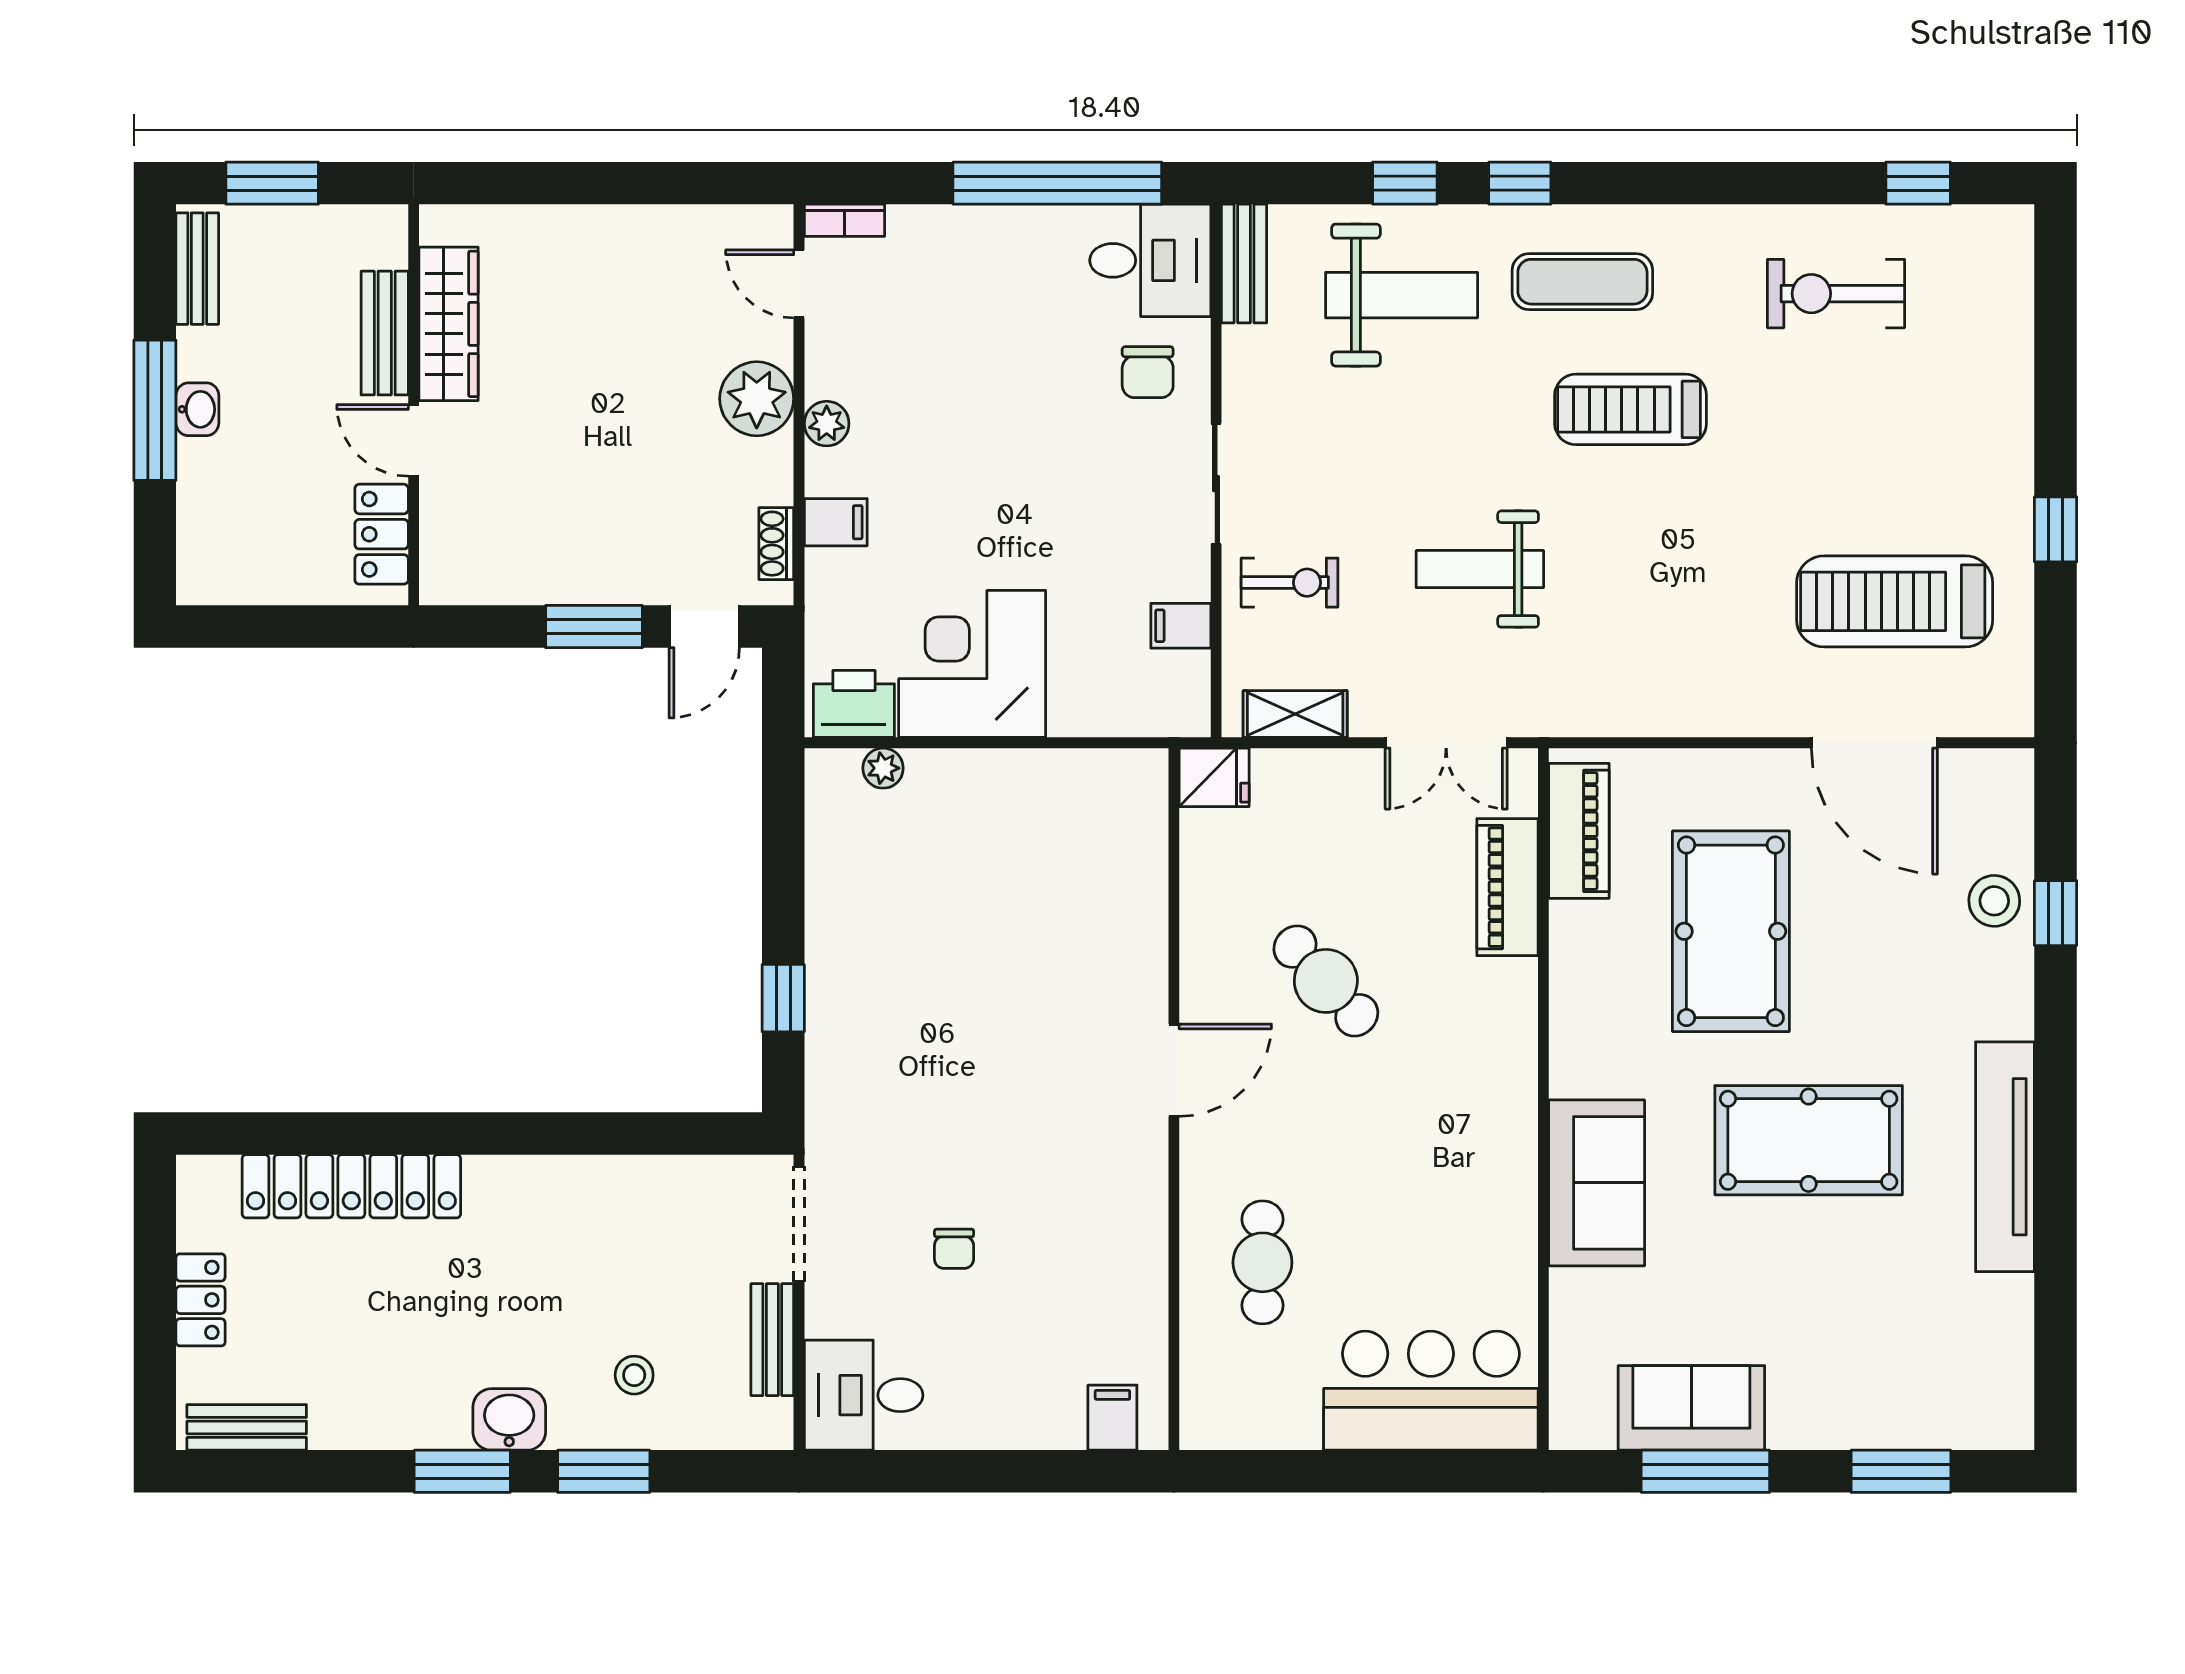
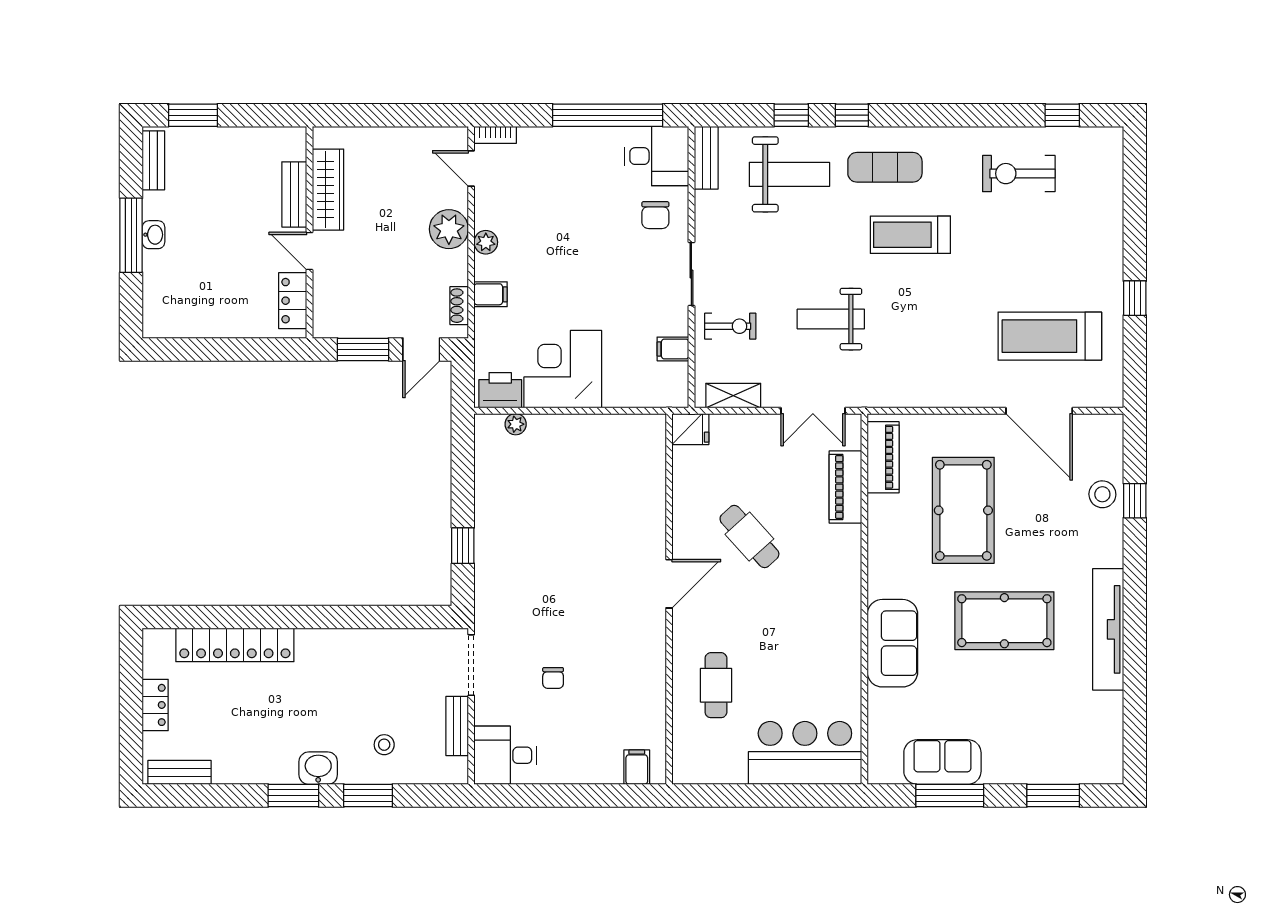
wardrobe: (449, 324) -> (328, 190), moved
bench: (385, 333) -> (294, 194), moved
wall: (414, 405) -> (310, 232), moved
door: (414, 440) -> (310, 251), moved
locker: (382, 534) -> (293, 301), moved

